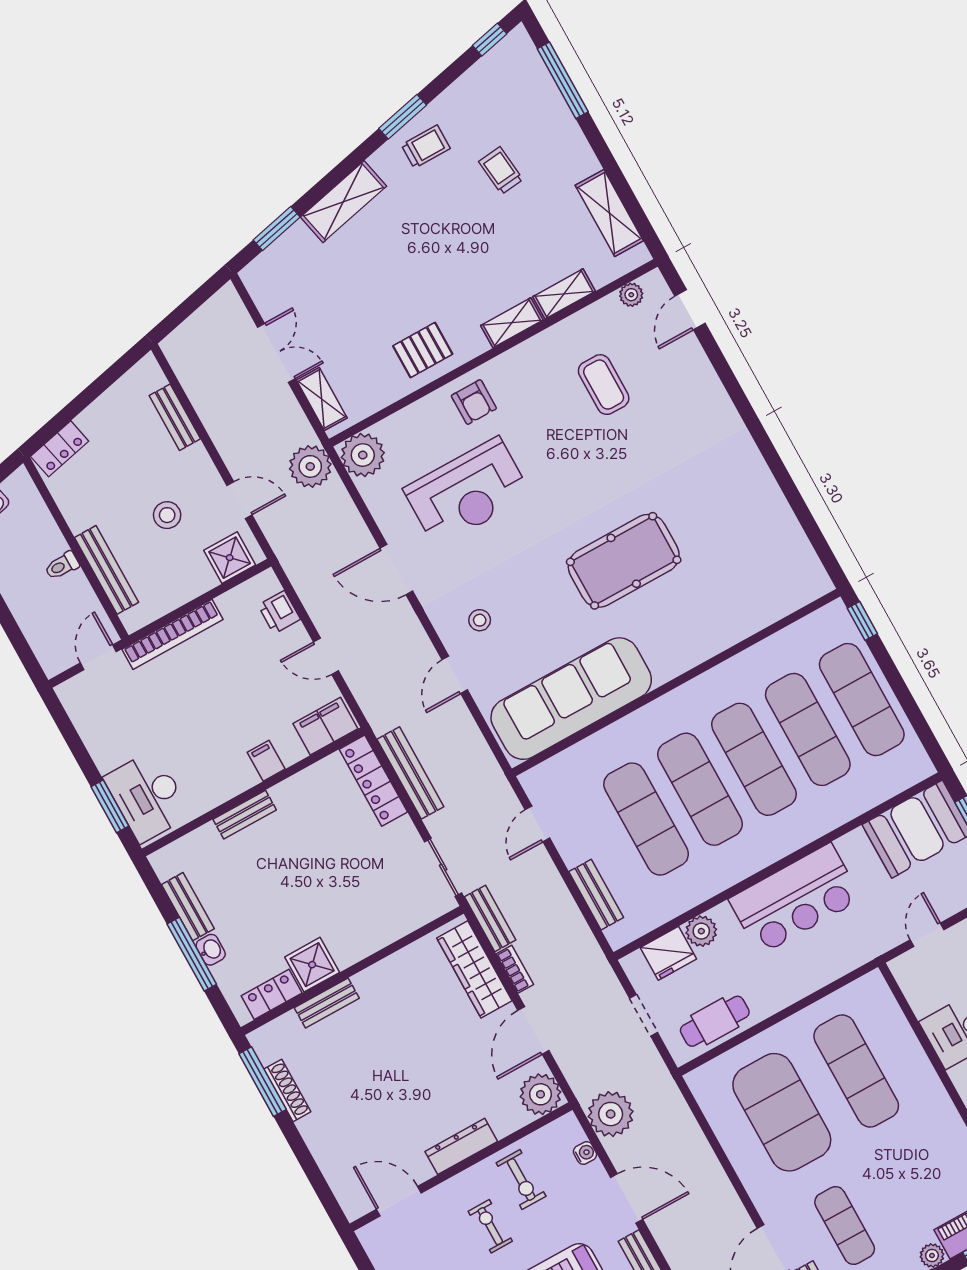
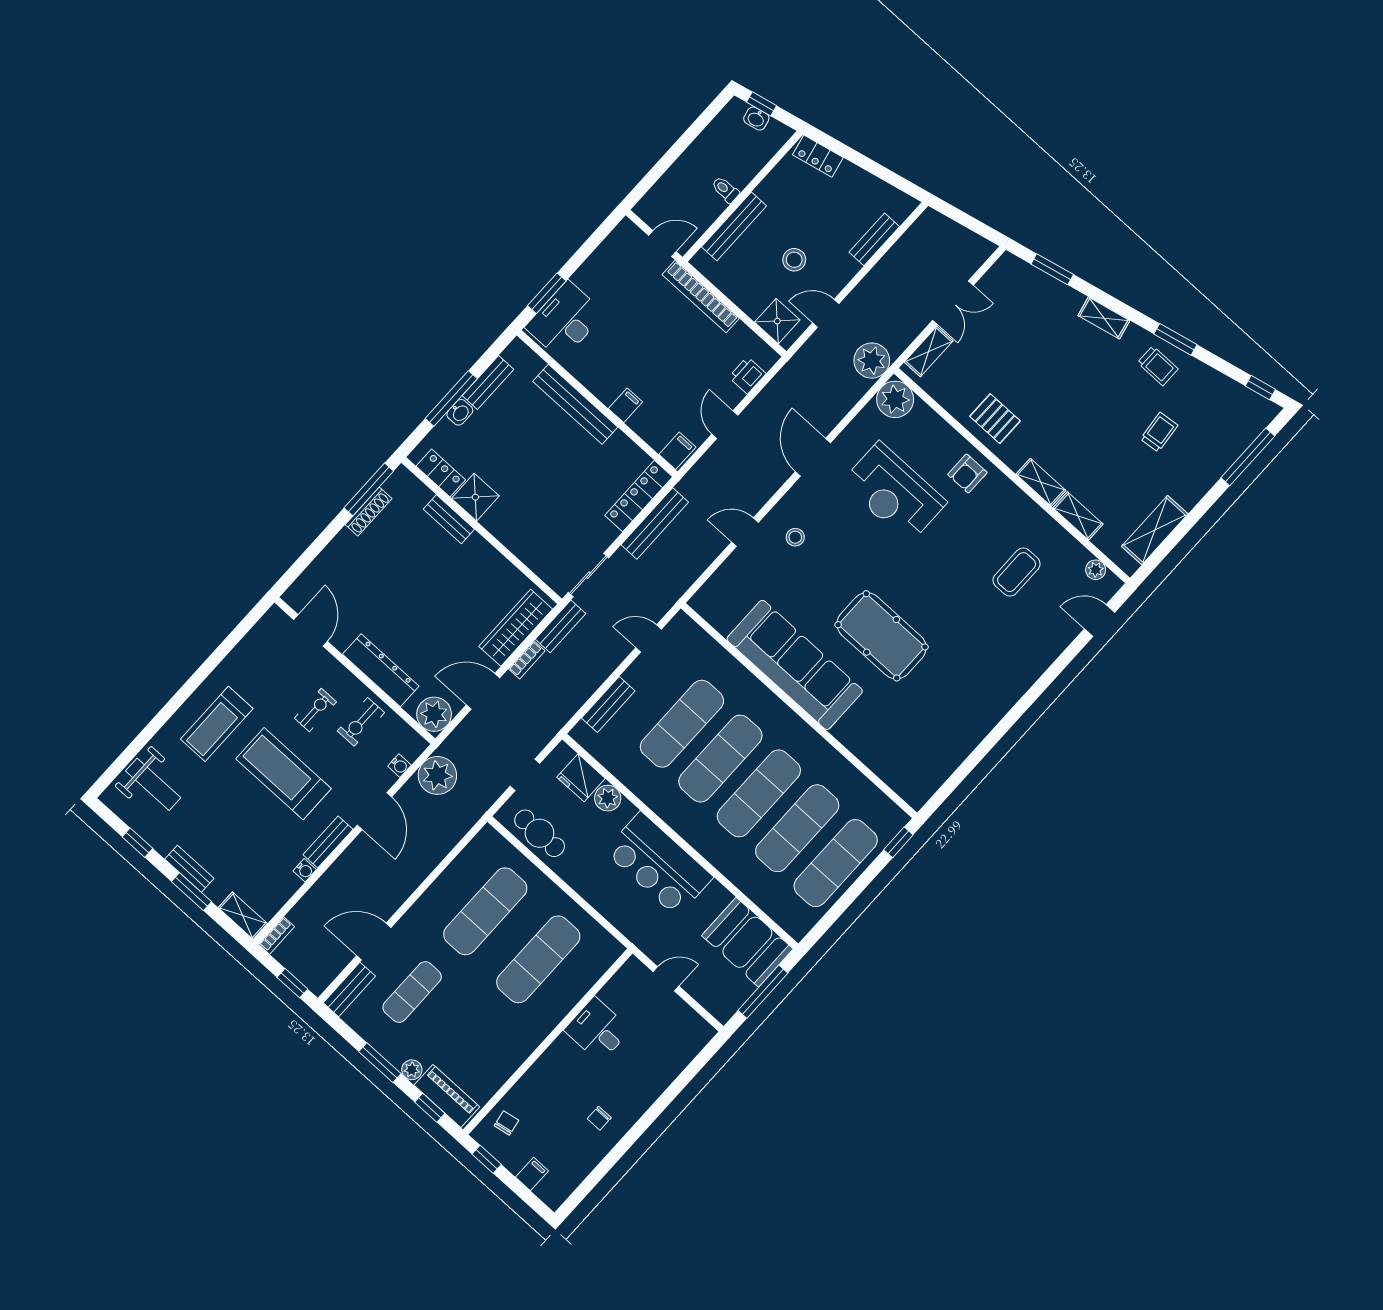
shelving: (344, 202) -> (1104, 318), width x0.67, depth x0.75
door: (239, 500) -> (826, 313), swing flipped
sofa: (571, 699) -> (795, 665), moved
filing cabinet: (325, 726) -> (677, 451), width x0.50
bench: (245, 815) -> (575, 404), width x1.86, depth x1.21
exercise mat: (782, 1112) -> (485, 911), width x0.68
dresser: (461, 1146) -> (381, 670), width x1.37, depth x1.24

